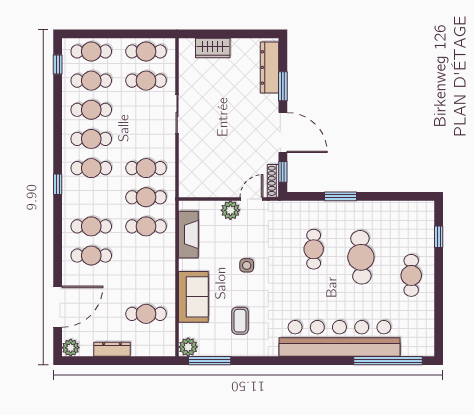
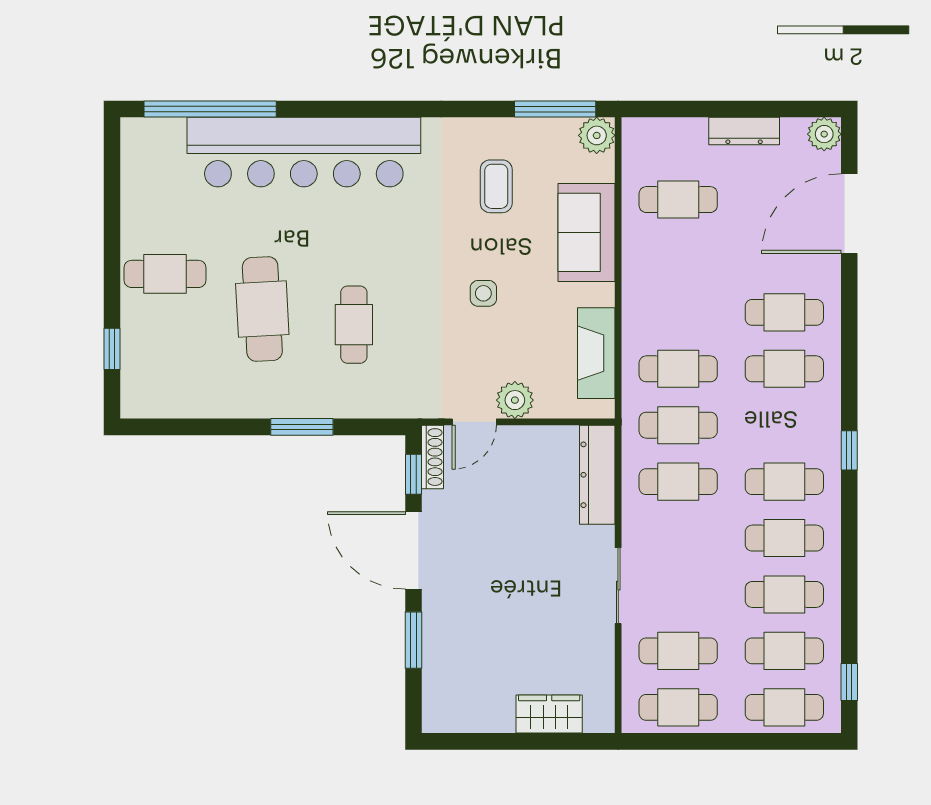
dresser: (269, 67) -> (597, 475), moved, turned 180
cafe table: (411, 275) -> (165, 274), turned 90

